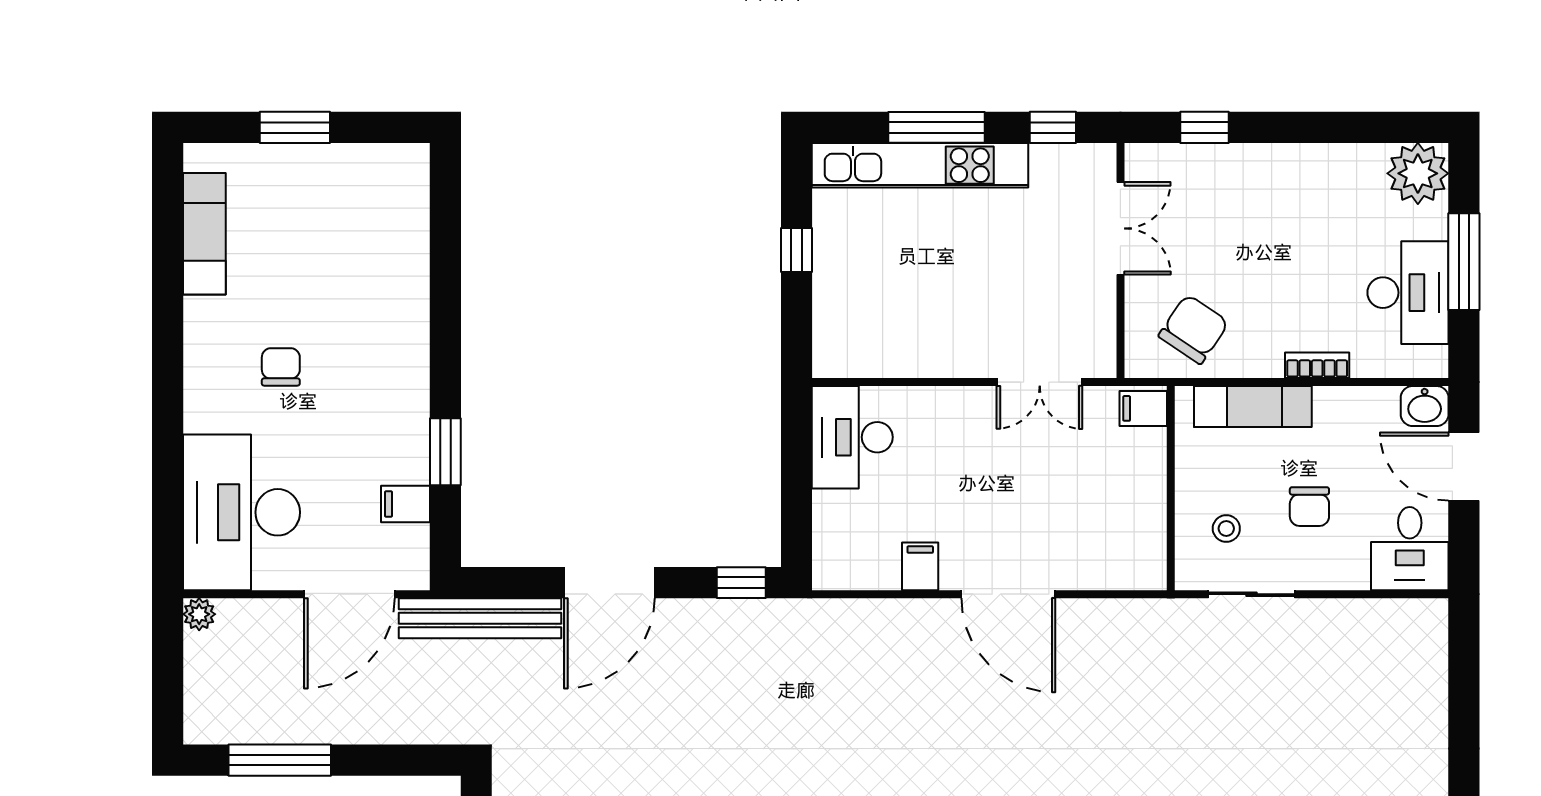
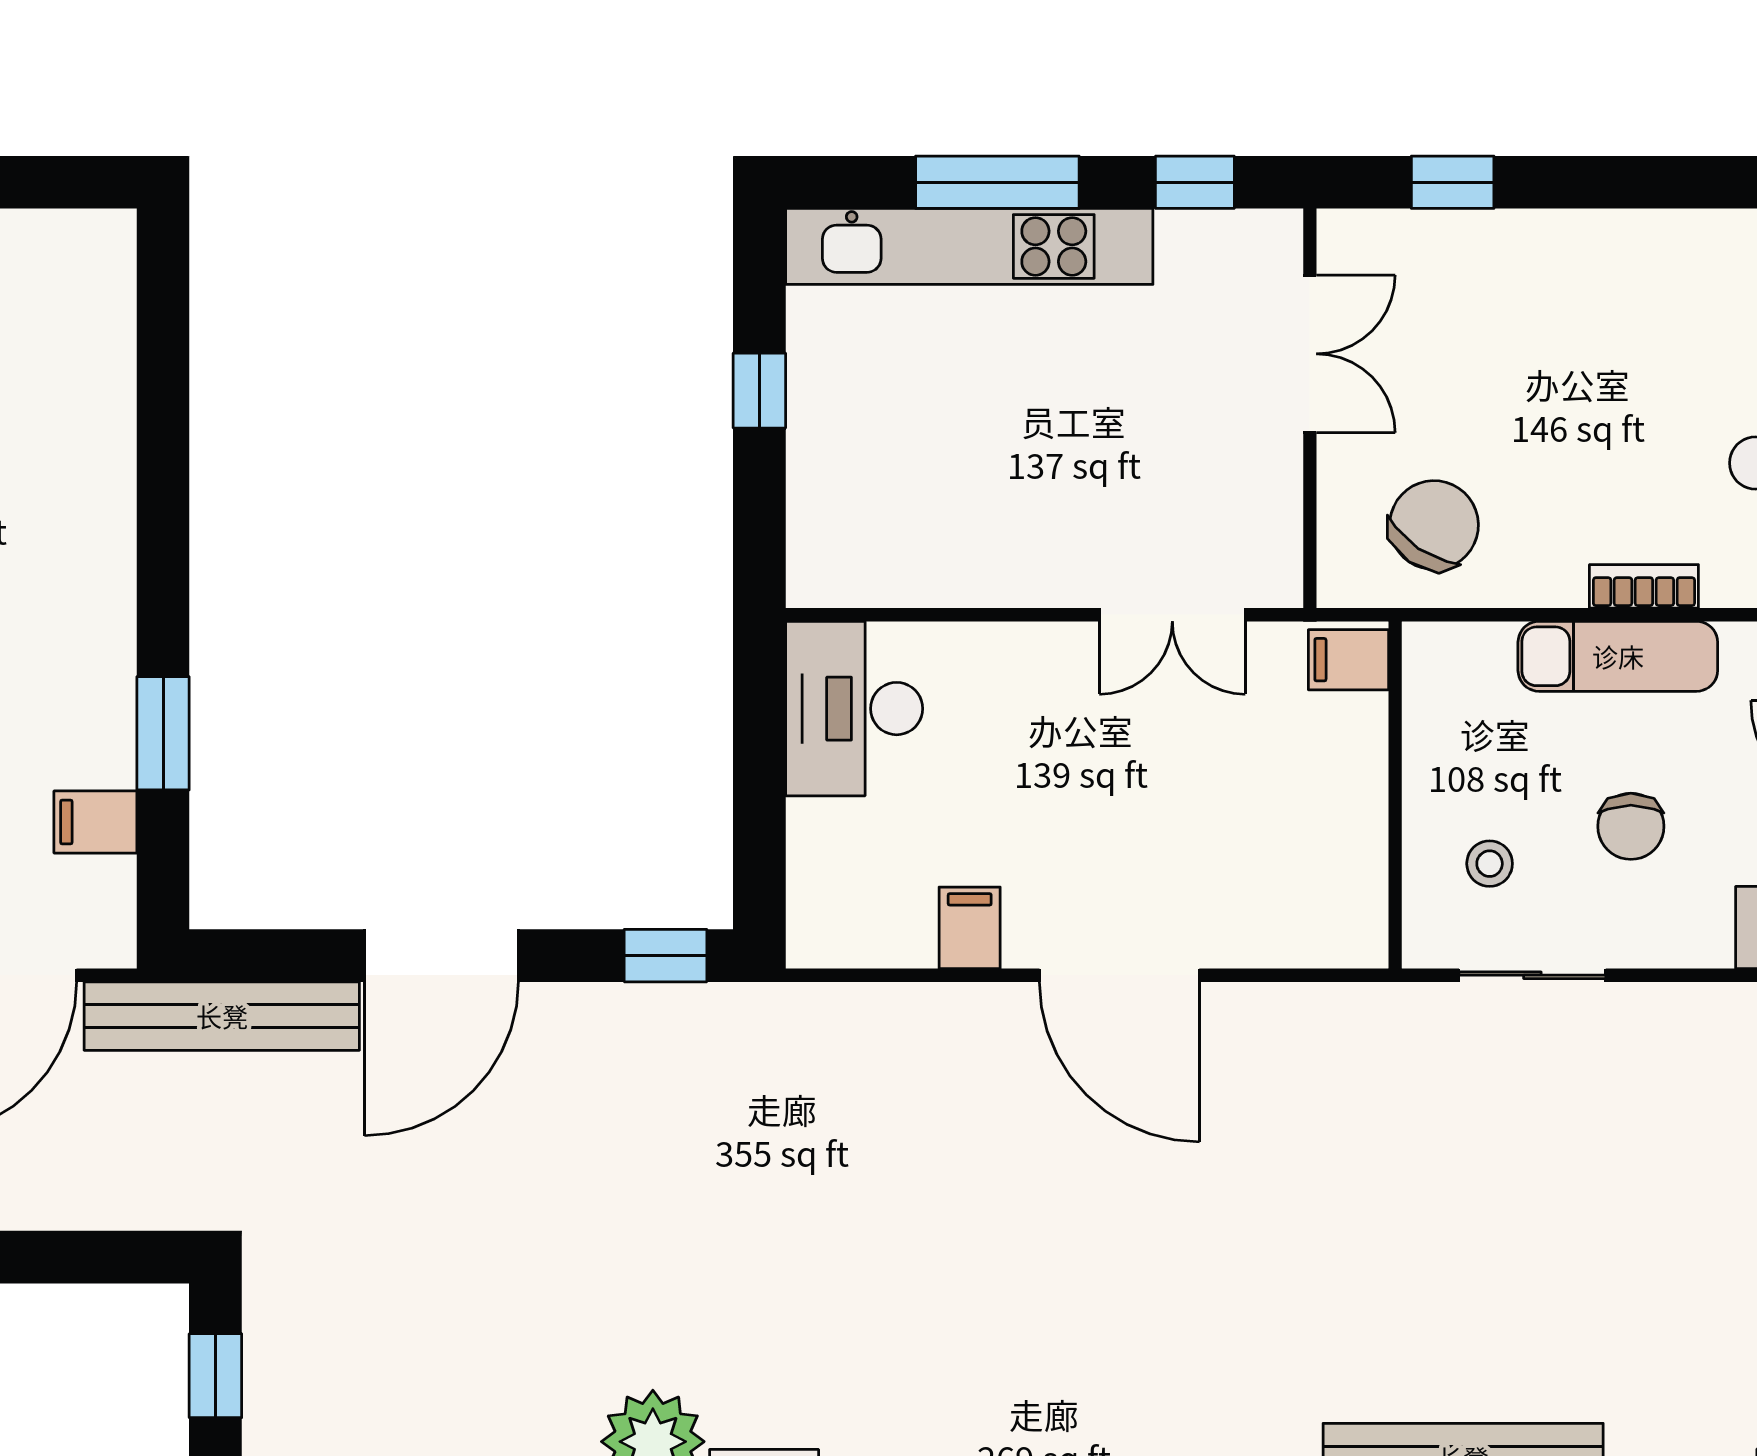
exam couch: (1253, 406) -> (1618, 656), moved

